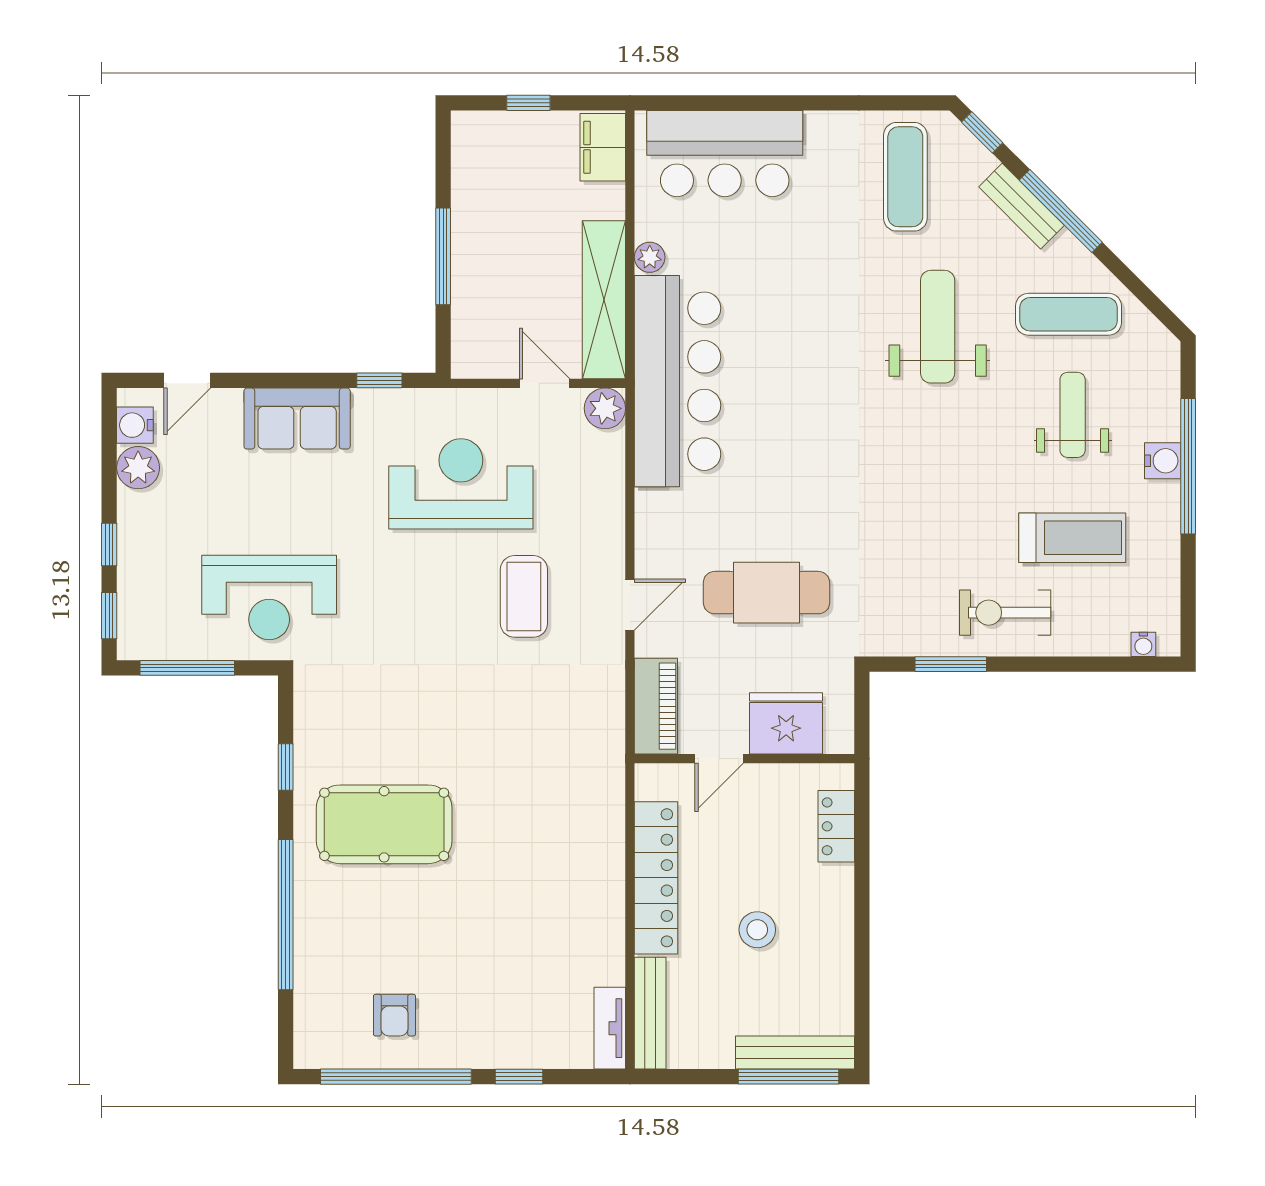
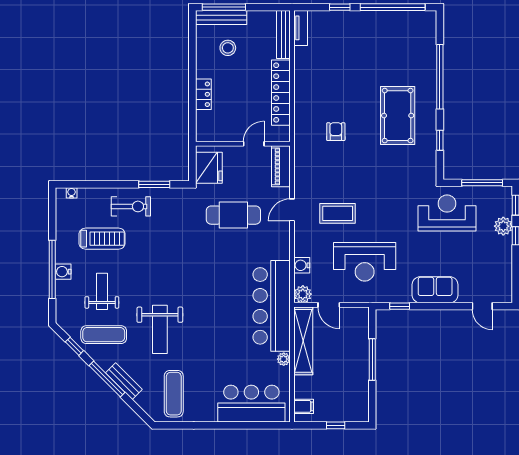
window: (982, 132) -> (74, 346), moved
filing cabinet: (603, 147) -> (304, 406), width x0.50
door: (187, 380) -> (482, 306), swing flipped
weight bench: (1073, 415) -> (102, 291), turned 180
water cooler: (135, 425) -> (302, 265), moved, turned 180
plant: (138, 468) -> (503, 226), moved
treadmill: (1072, 538) -> (102, 239), turned 180
coffee table: (524, 596) -> (338, 213), turned 90
fridge: (786, 723) -> (209, 168), moved, turned -90
pool table: (384, 824) -> (398, 116), turned 90
locker: (836, 826) -> (203, 94), moved
stool: (757, 930) -> (228, 48), moved
armchair: (394, 1015) -> (336, 132), moved

